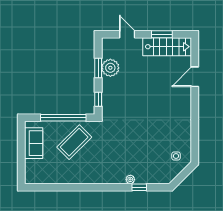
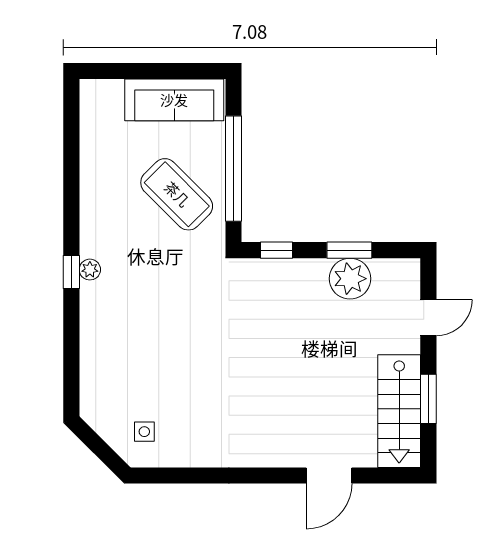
door: (195, 77) -> (329, 476), swing flipped
sofa: (34, 143) -> (174, 100), width x1.36
plant: (130, 179) -> (90, 270), moved
window: (139, 187) -> (71, 272), moved

